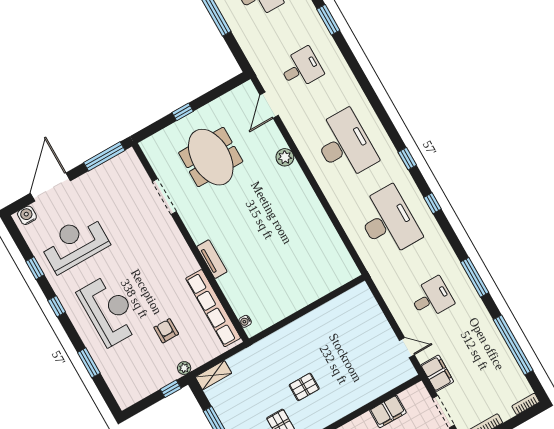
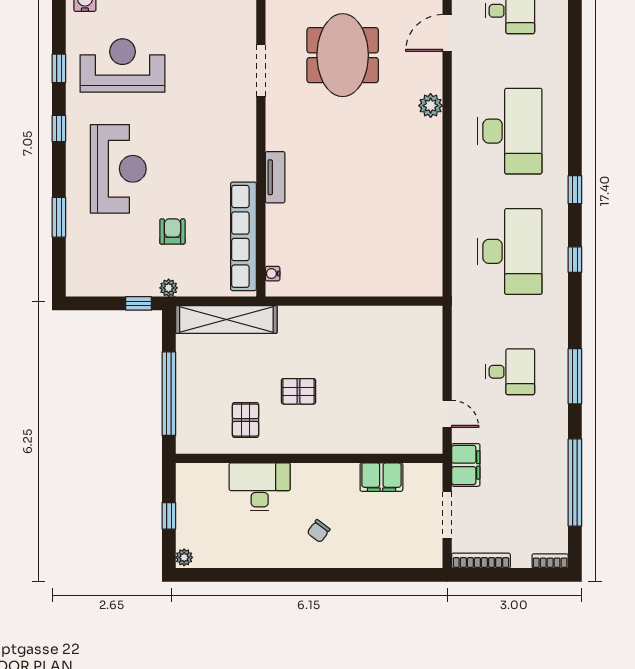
shelving: (213, 375) -> (226, 320), width x2.20, depth x1.33

